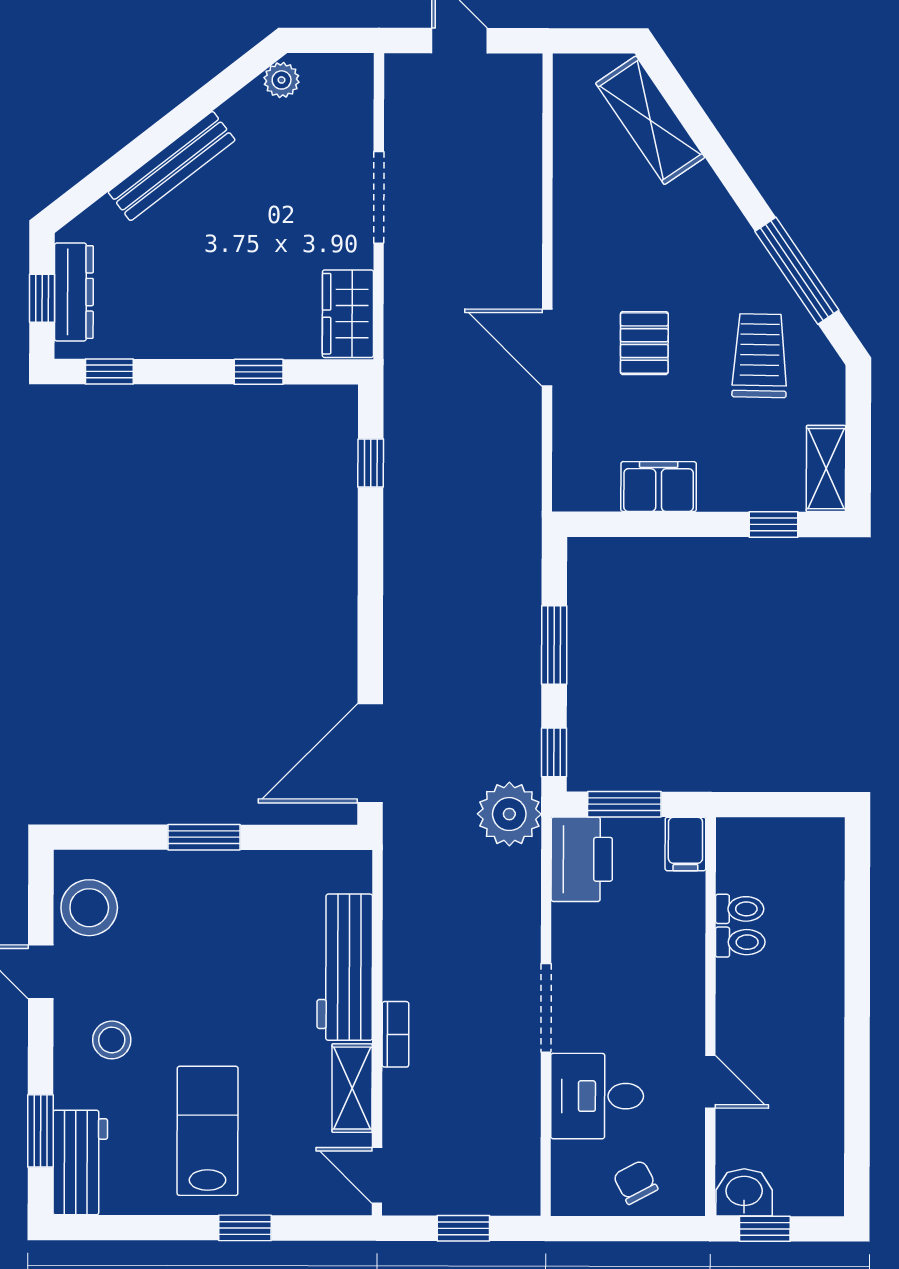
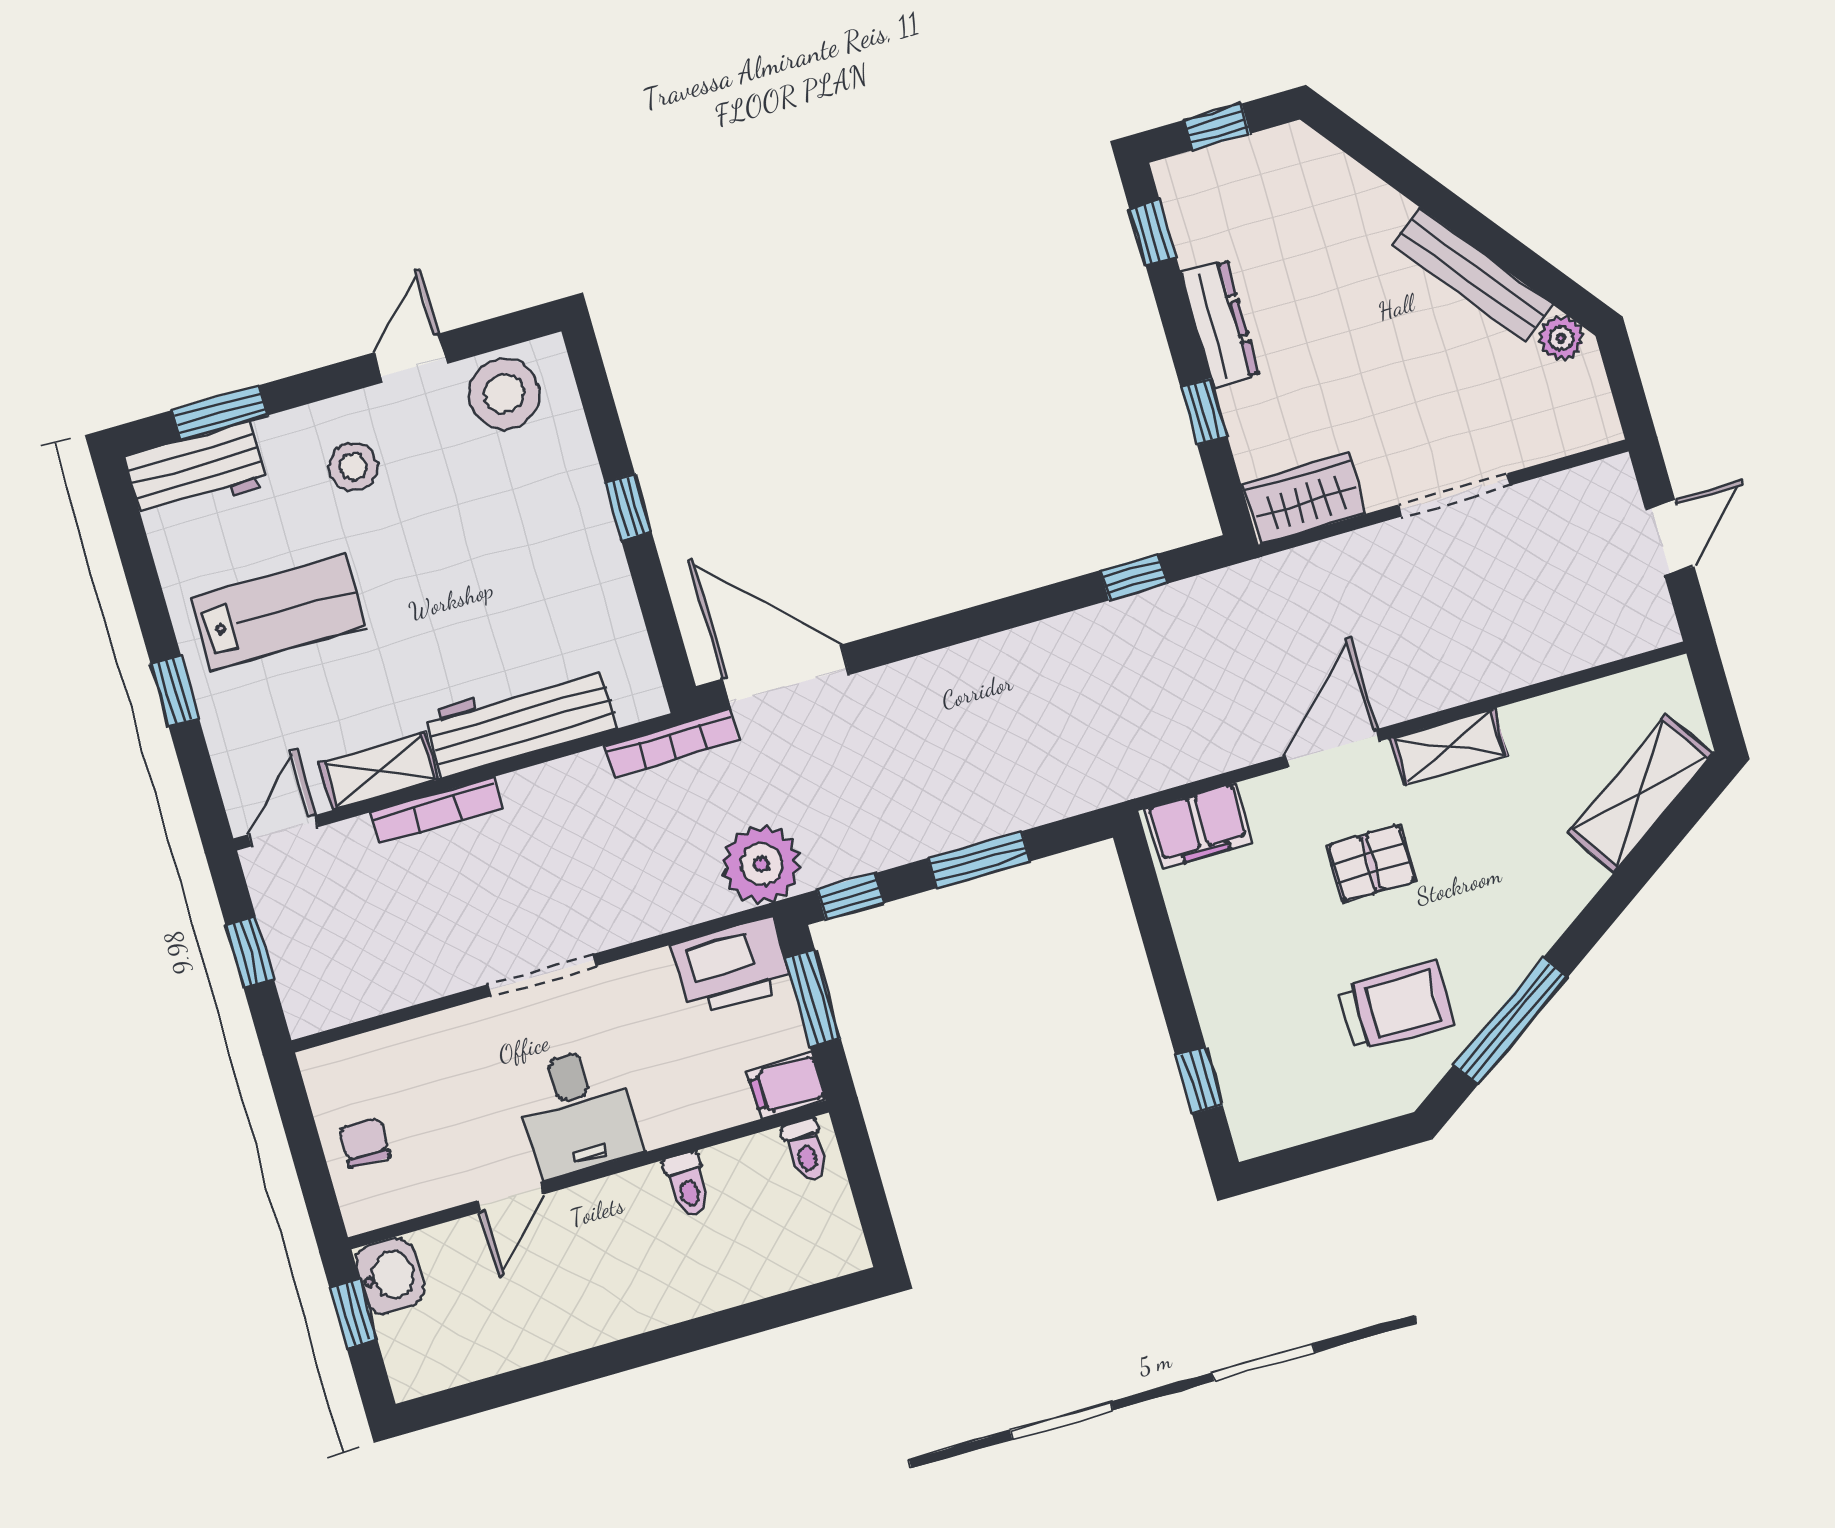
bench: (172, 166) -> (1472, 275), moved
dresser: (74, 292) -> (1220, 324), moved, turned -90
shelving: (826, 469) -> (1449, 747), moved
filing cabinet: (659, 487) -> (1199, 826), moved, turned 90
window: (204, 837) -> (628, 507), width x0.67
bookcase: (396, 856) -> (672, 743), added
toilet: (740, 909) -> (806, 1150), moved
bookcase: (395, 1034) -> (436, 810), width x1.56
desk: (597, 1096) -> (578, 1111), moved, turned 180
chair: (635, 1182) -> (364, 1142), turned -62

